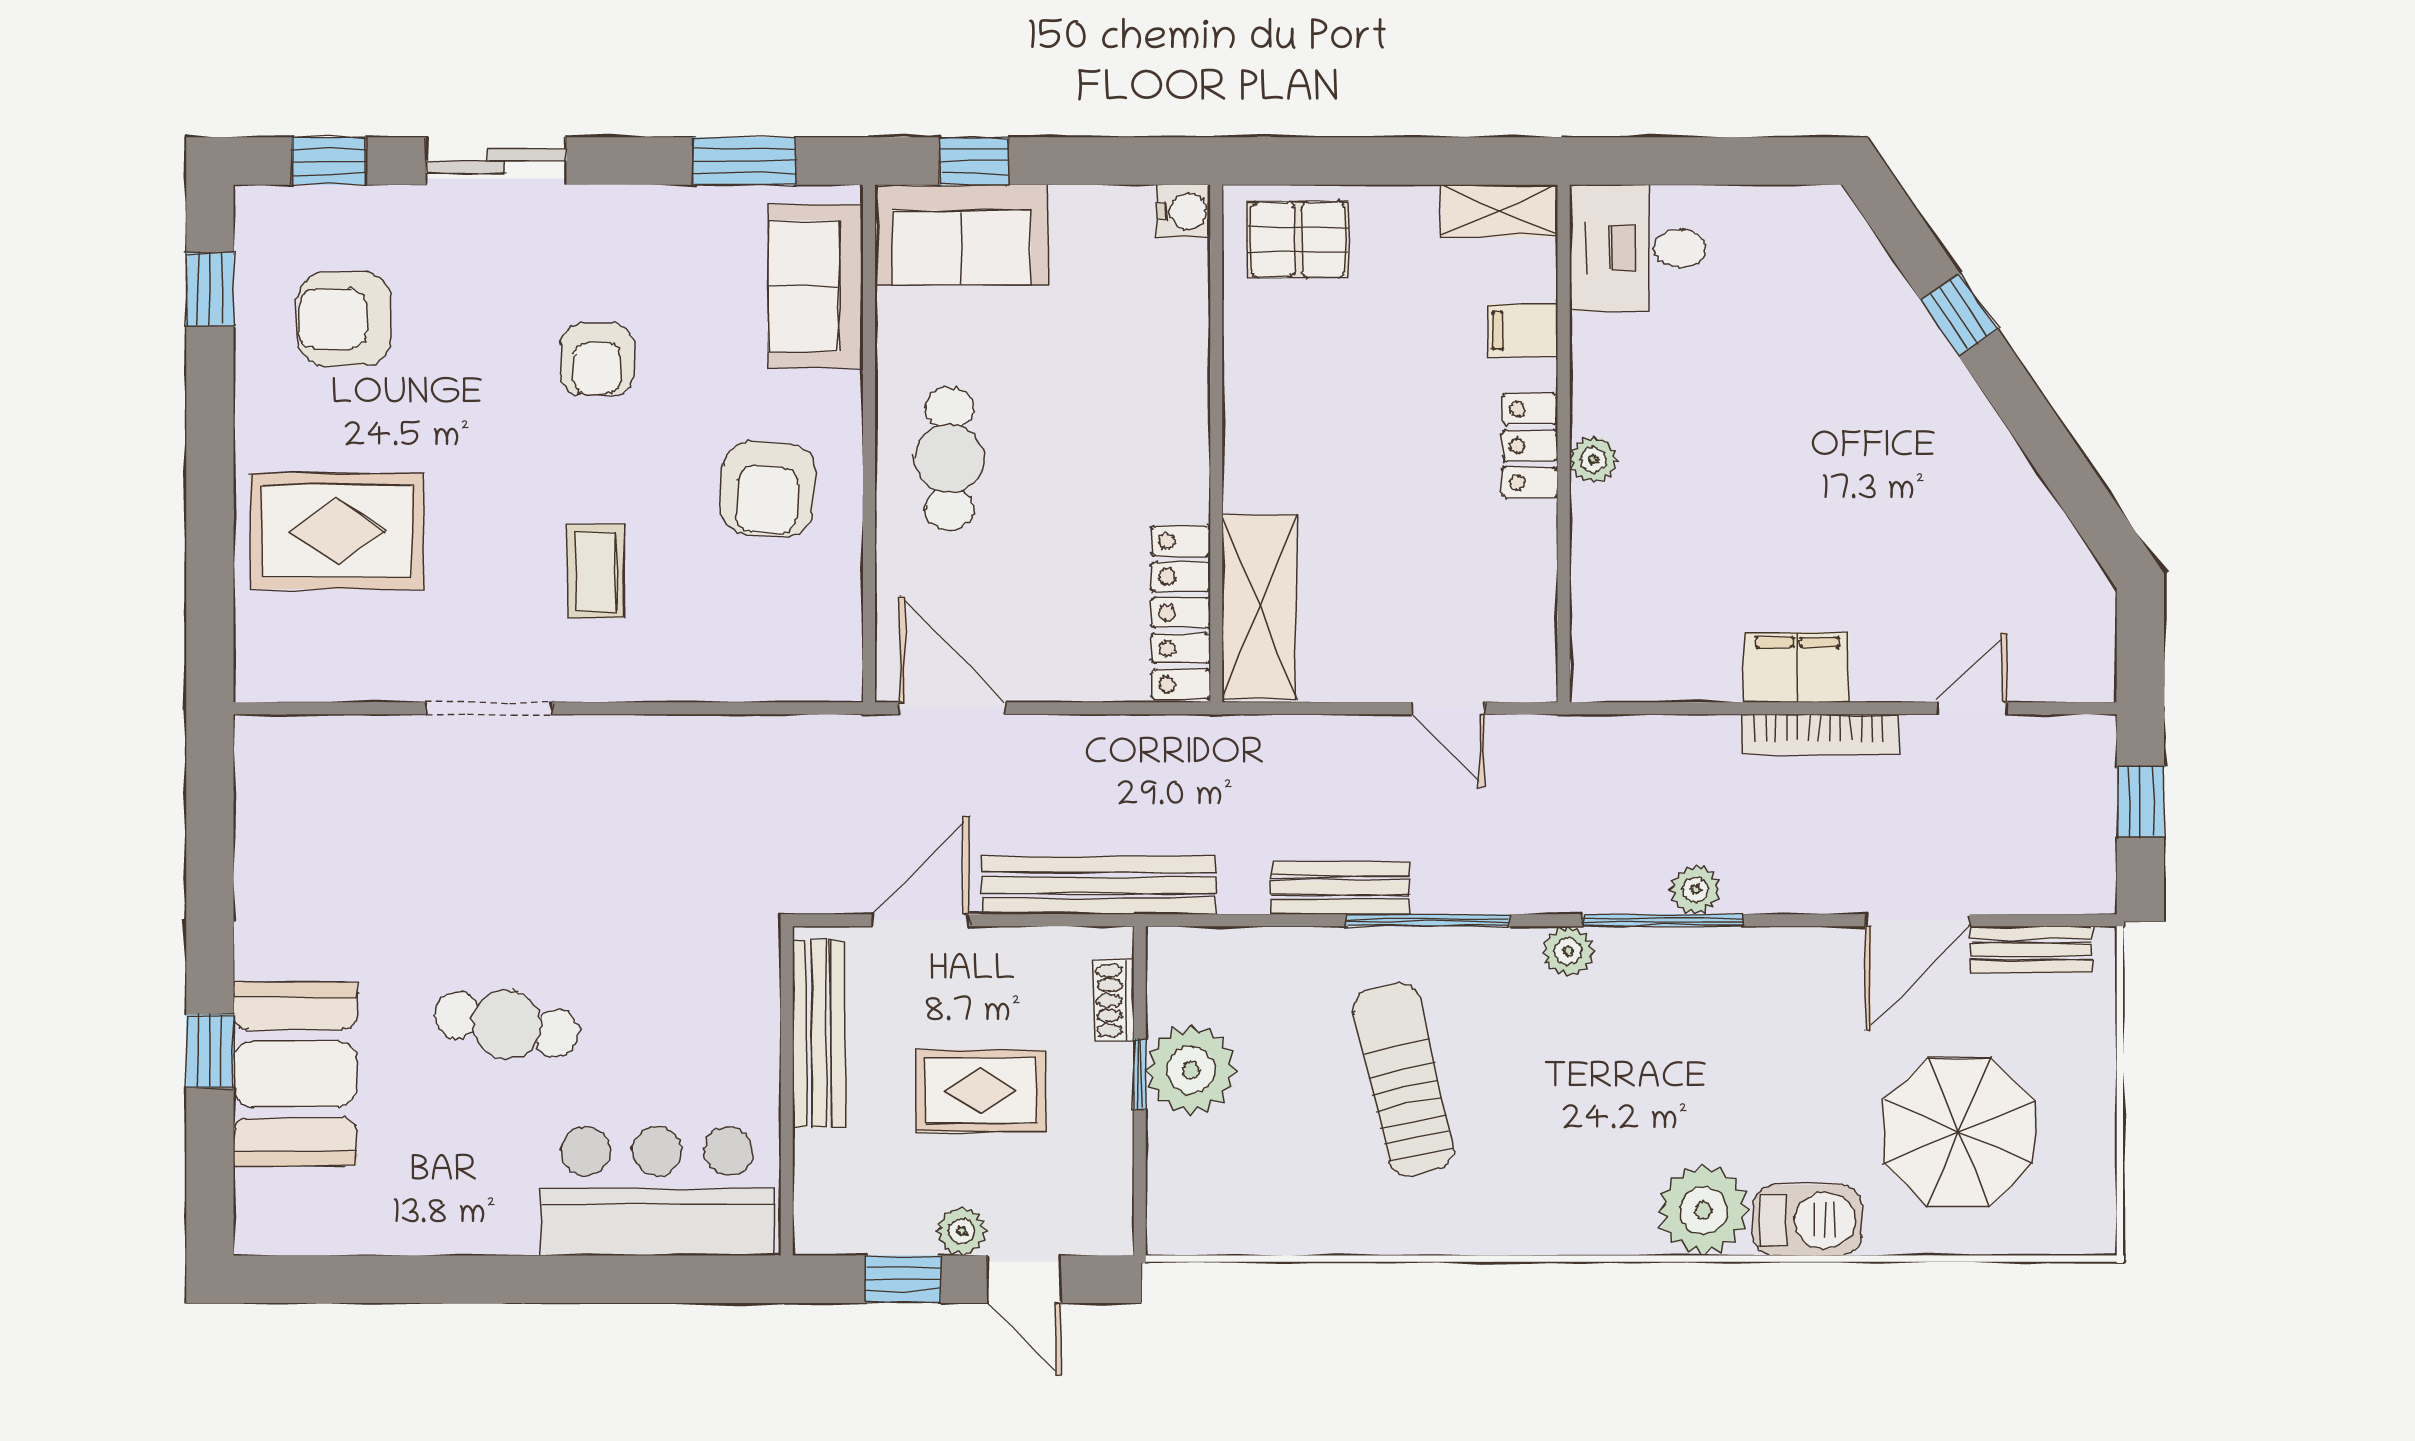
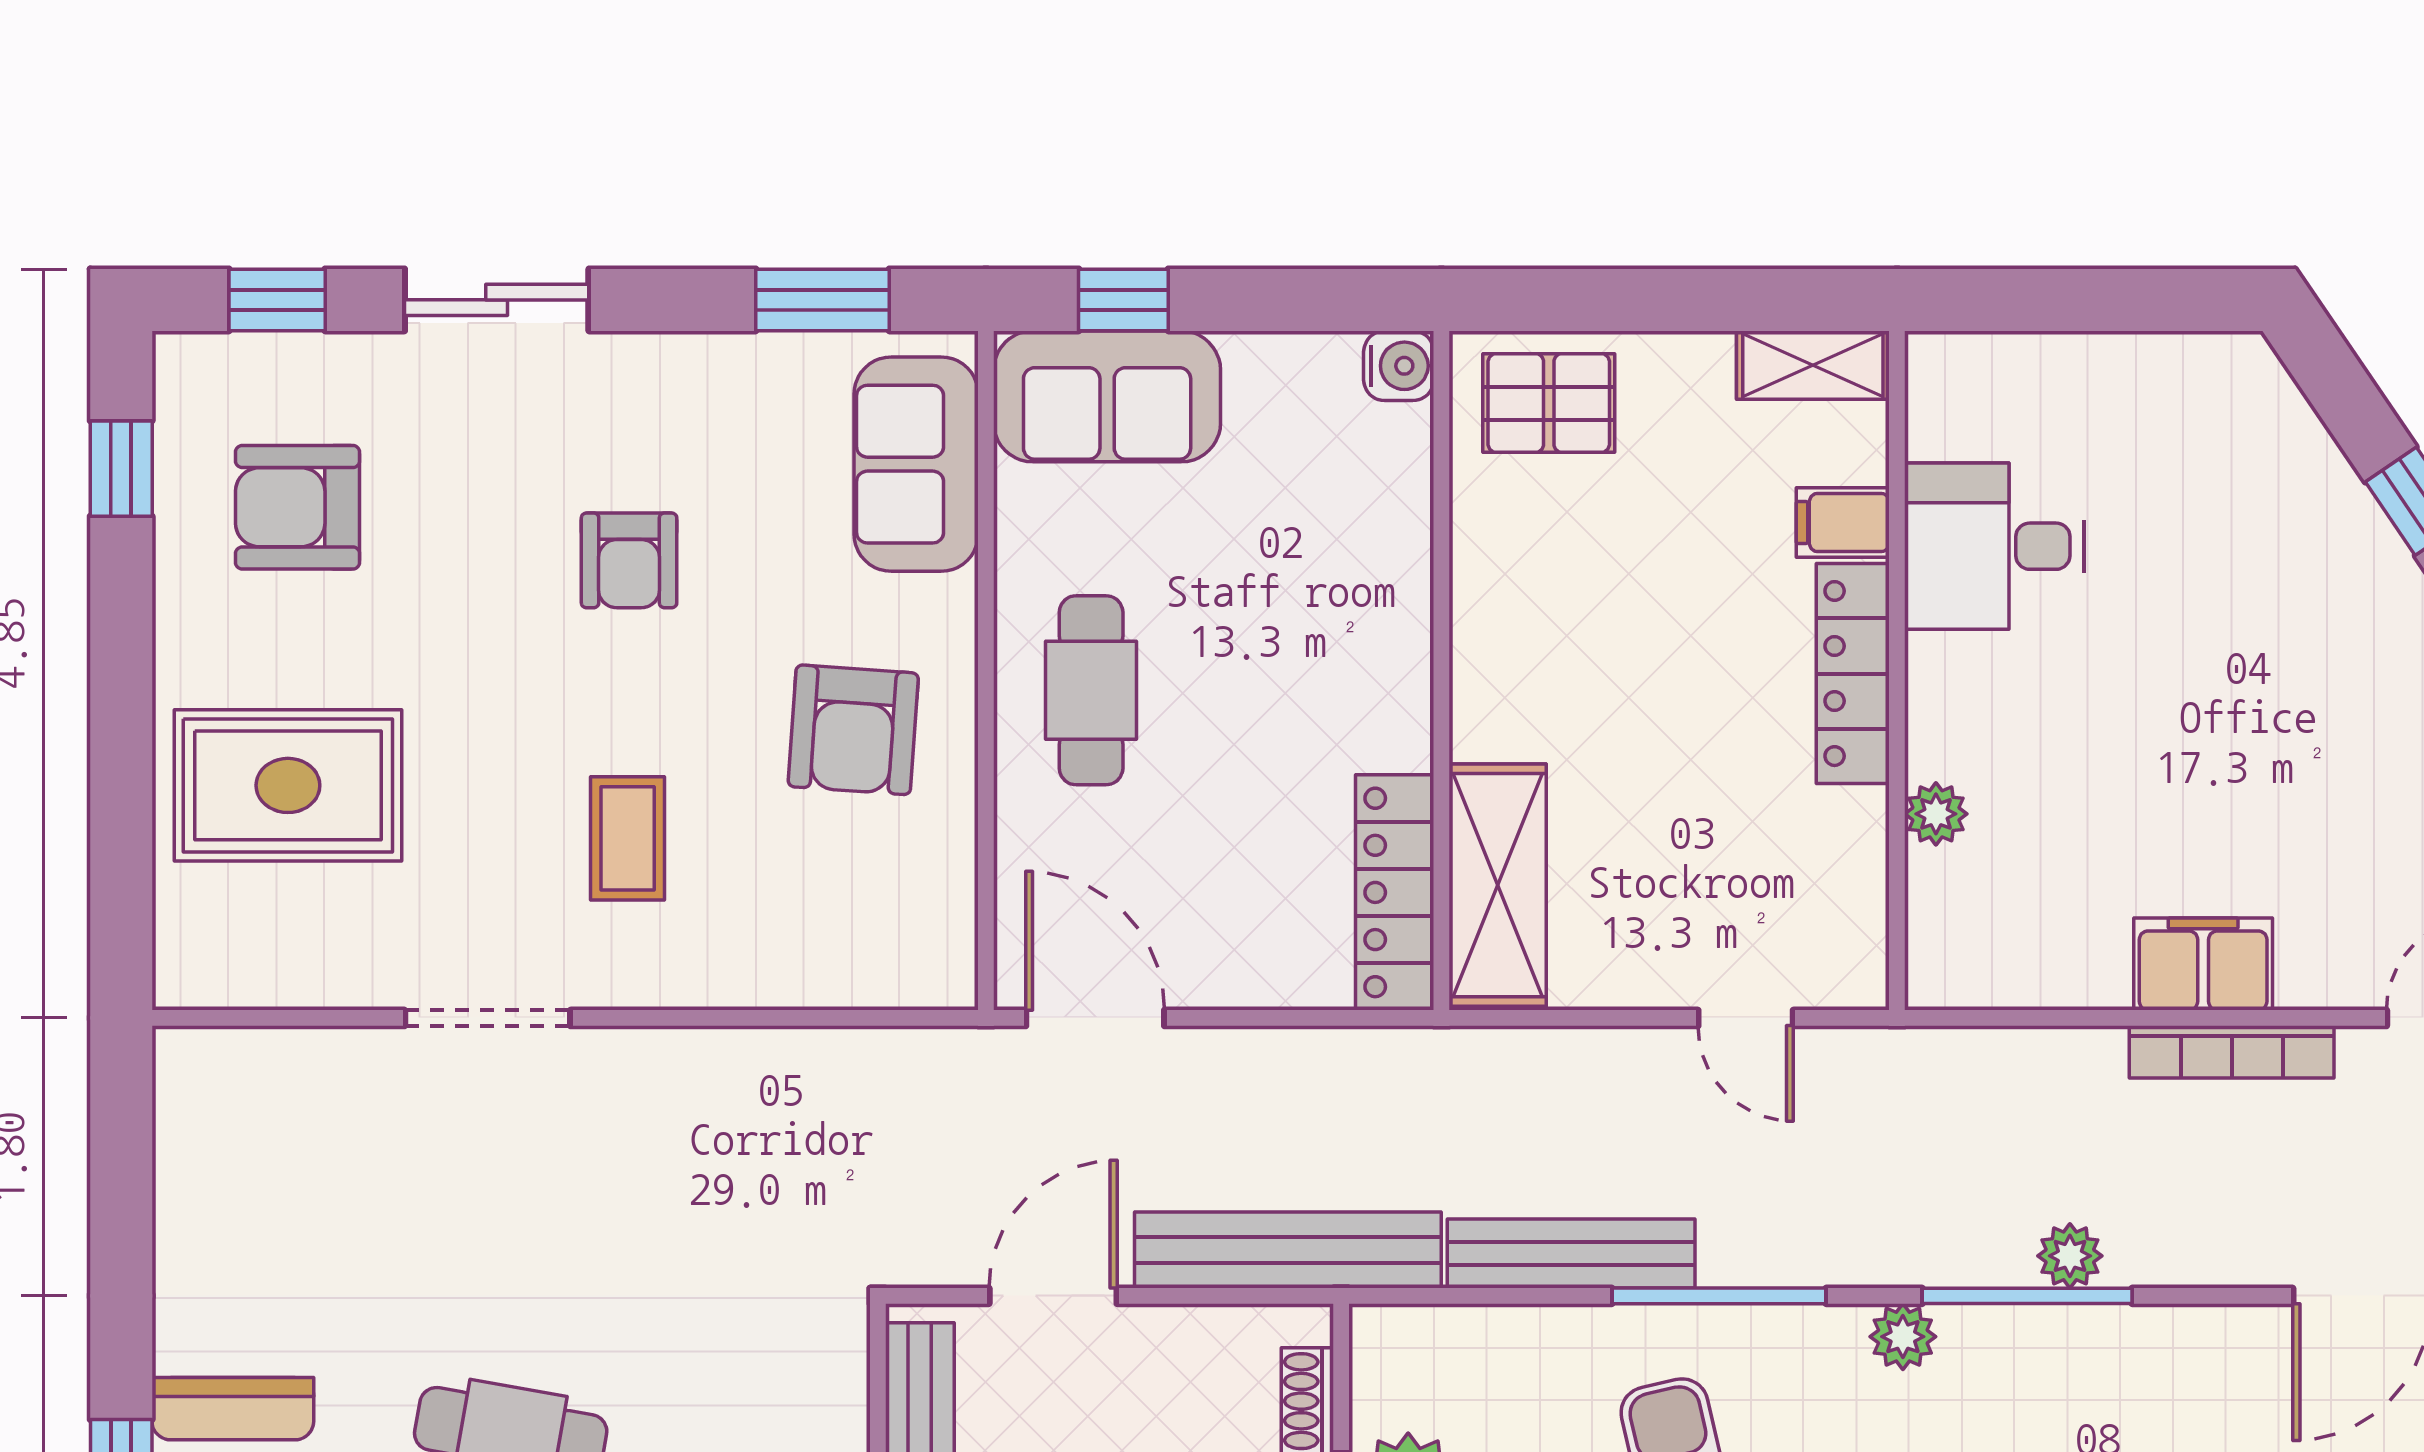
desk: (1638, 248) -> (1994, 546), moved
locker: (1530, 446) -> (1853, 674), width x1.53
plant: (1593, 459) -> (1936, 814), moved
bench: (1340, 888) -> (1571, 1254), width x1.36

